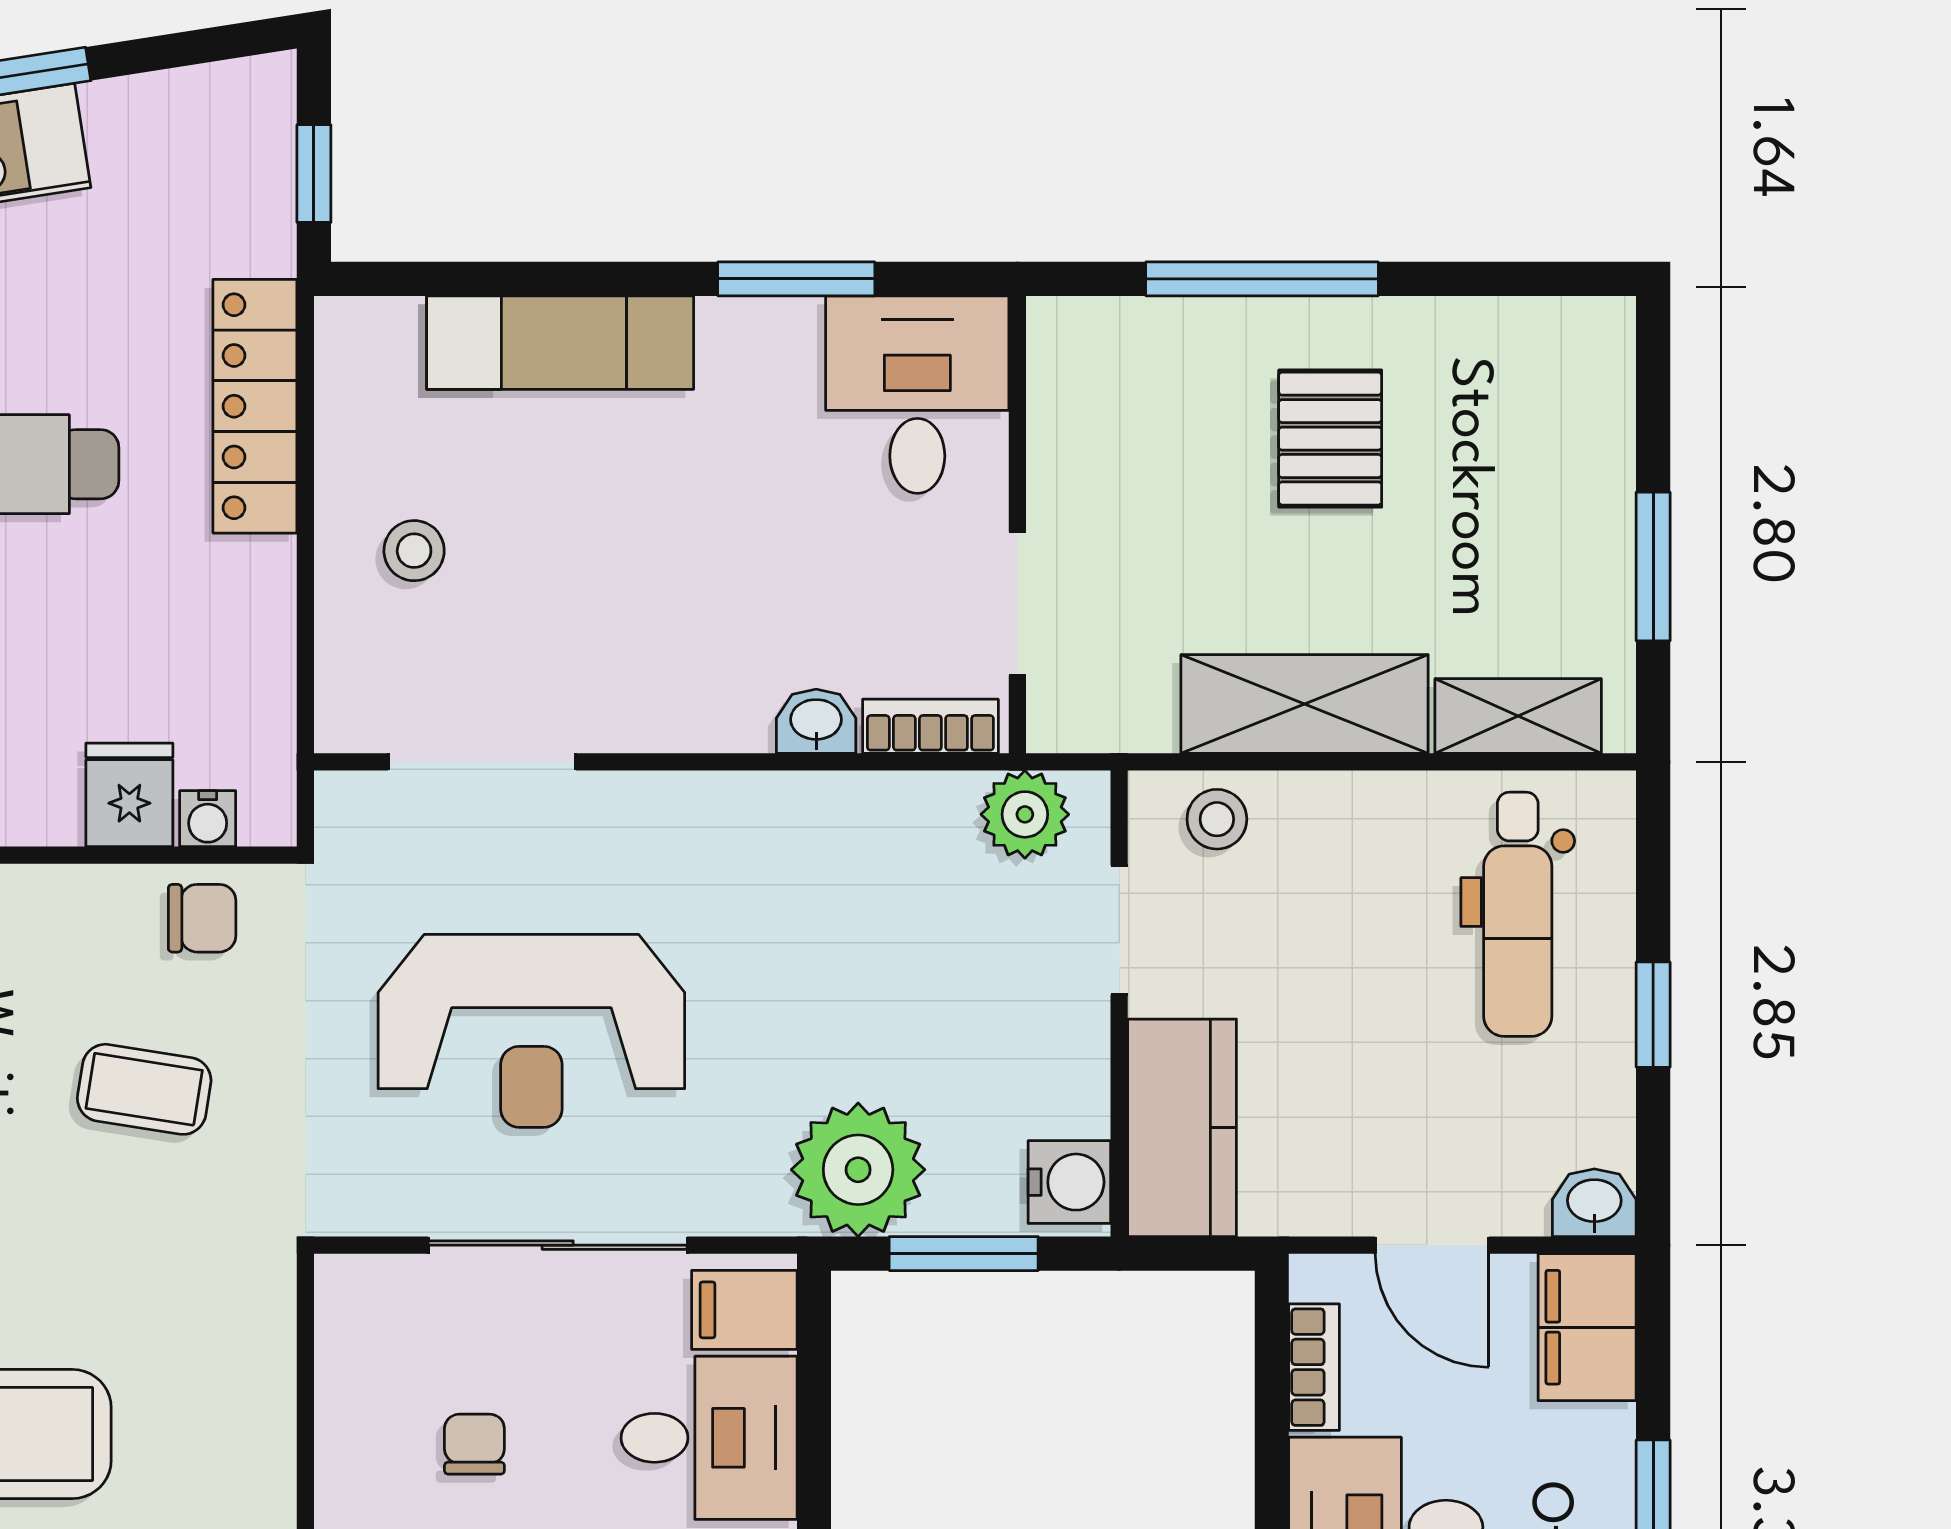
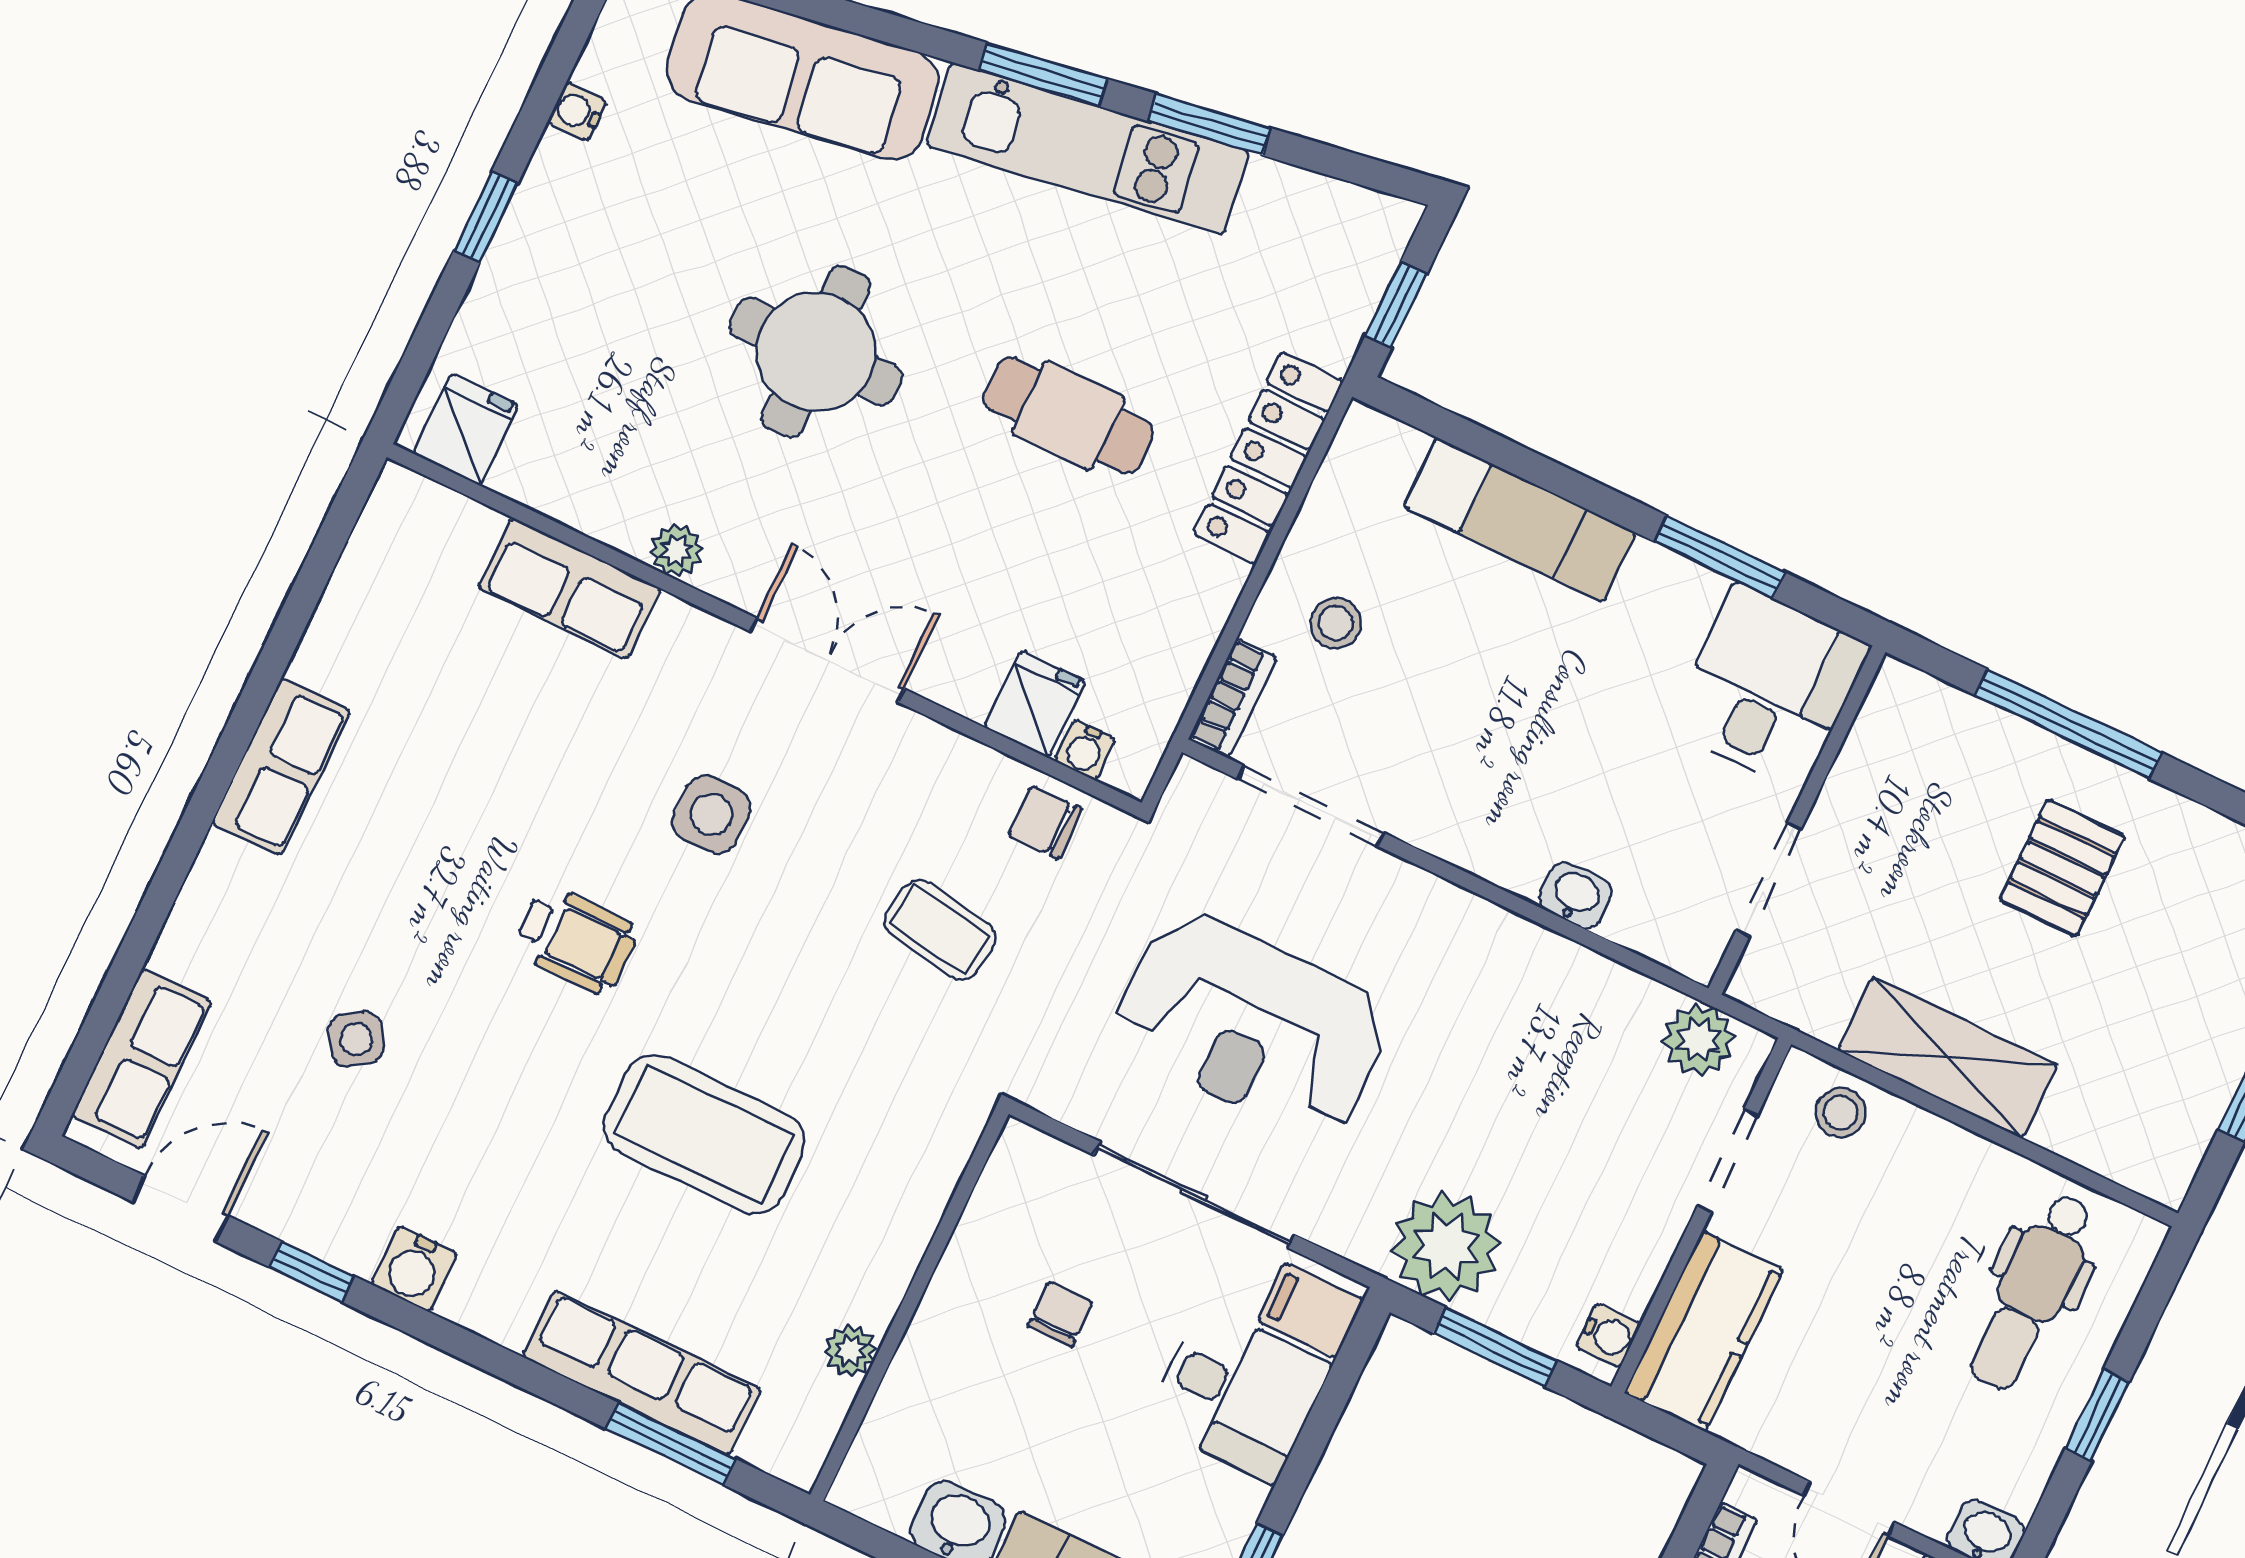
shelving: (1518, 716) -> (2103, 1143), removed
bookcase: (930, 726) -> (1233, 698), moved, turned 90
chair: (202, 918) -> (1045, 822), turned 180
water cooler: (1069, 1182) -> (1608, 1335), width x0.72, depth x0.72

